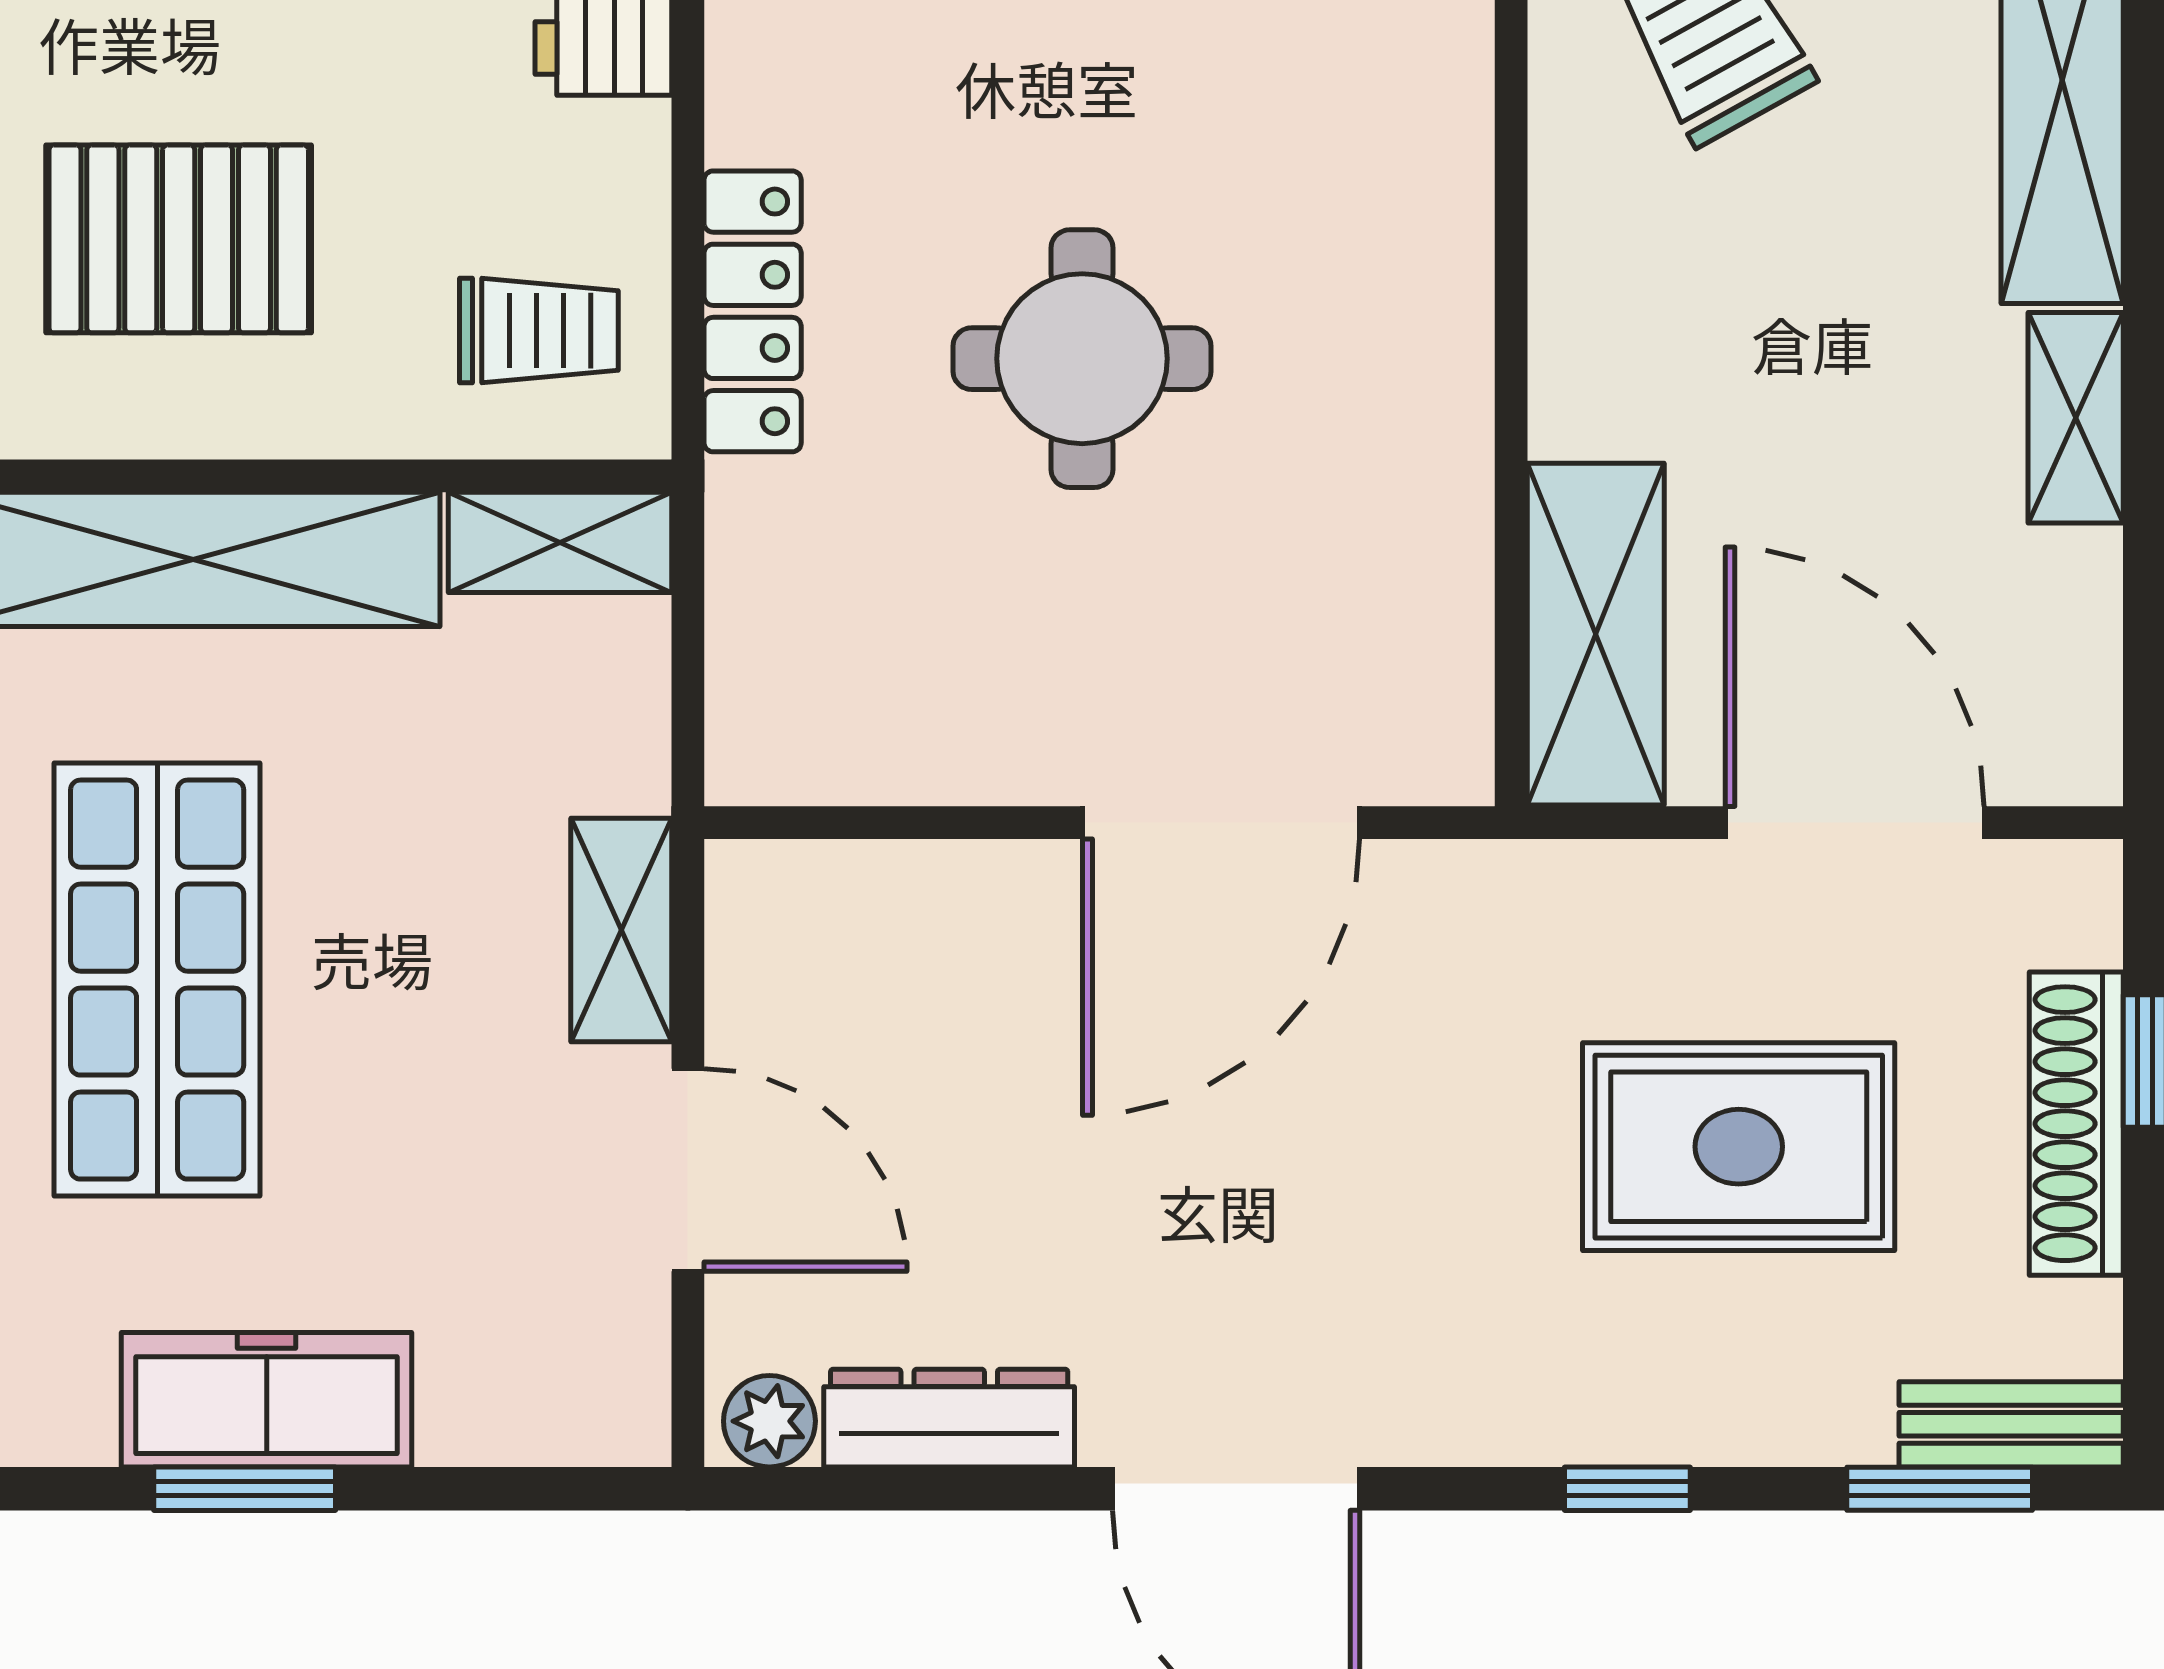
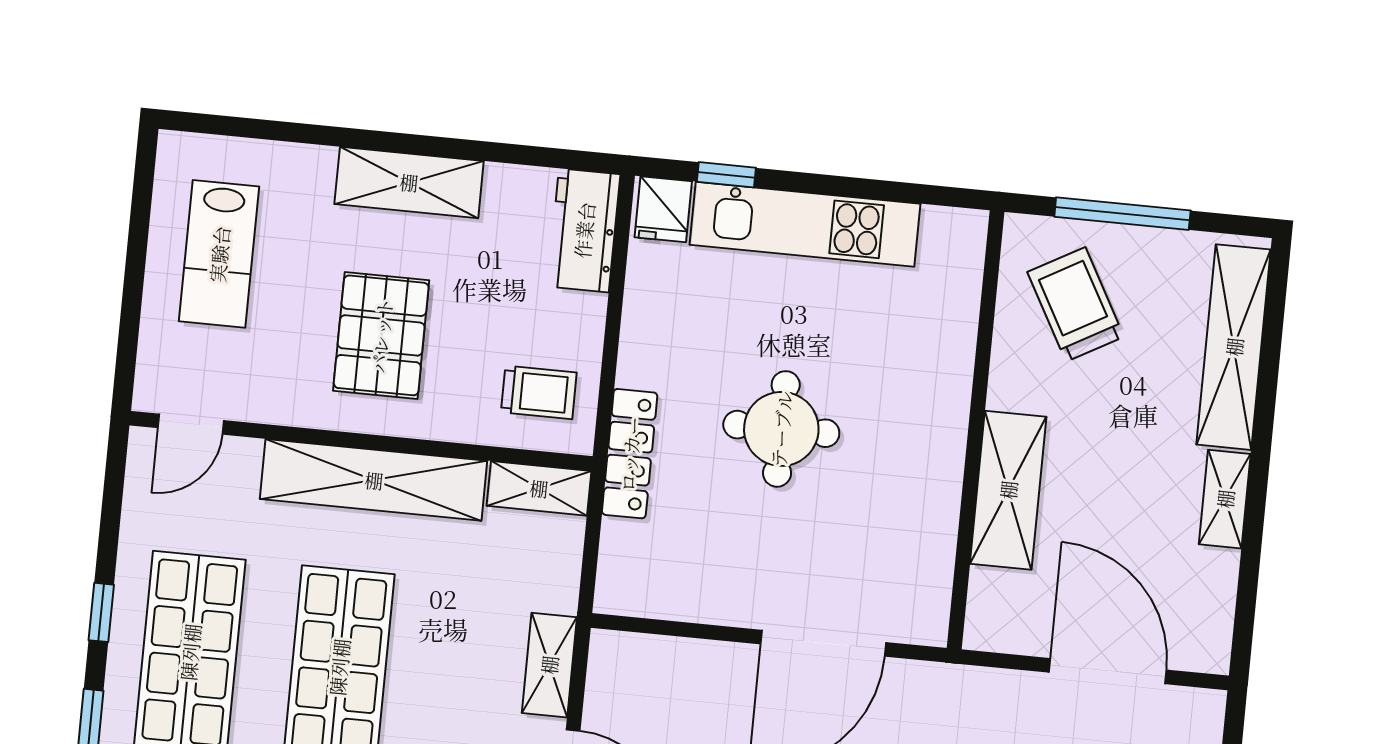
pallet: (179, 239) -> (381, 335), turned 90
locker: (753, 311) -> (630, 454), moved
shelving: (1596, 634) -> (1008, 490), moved

